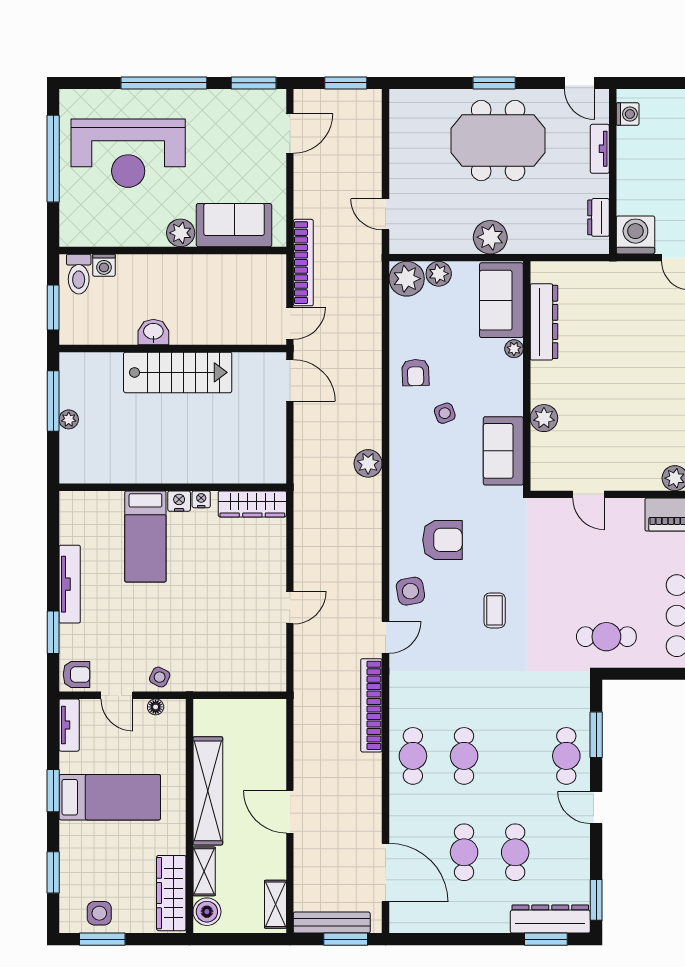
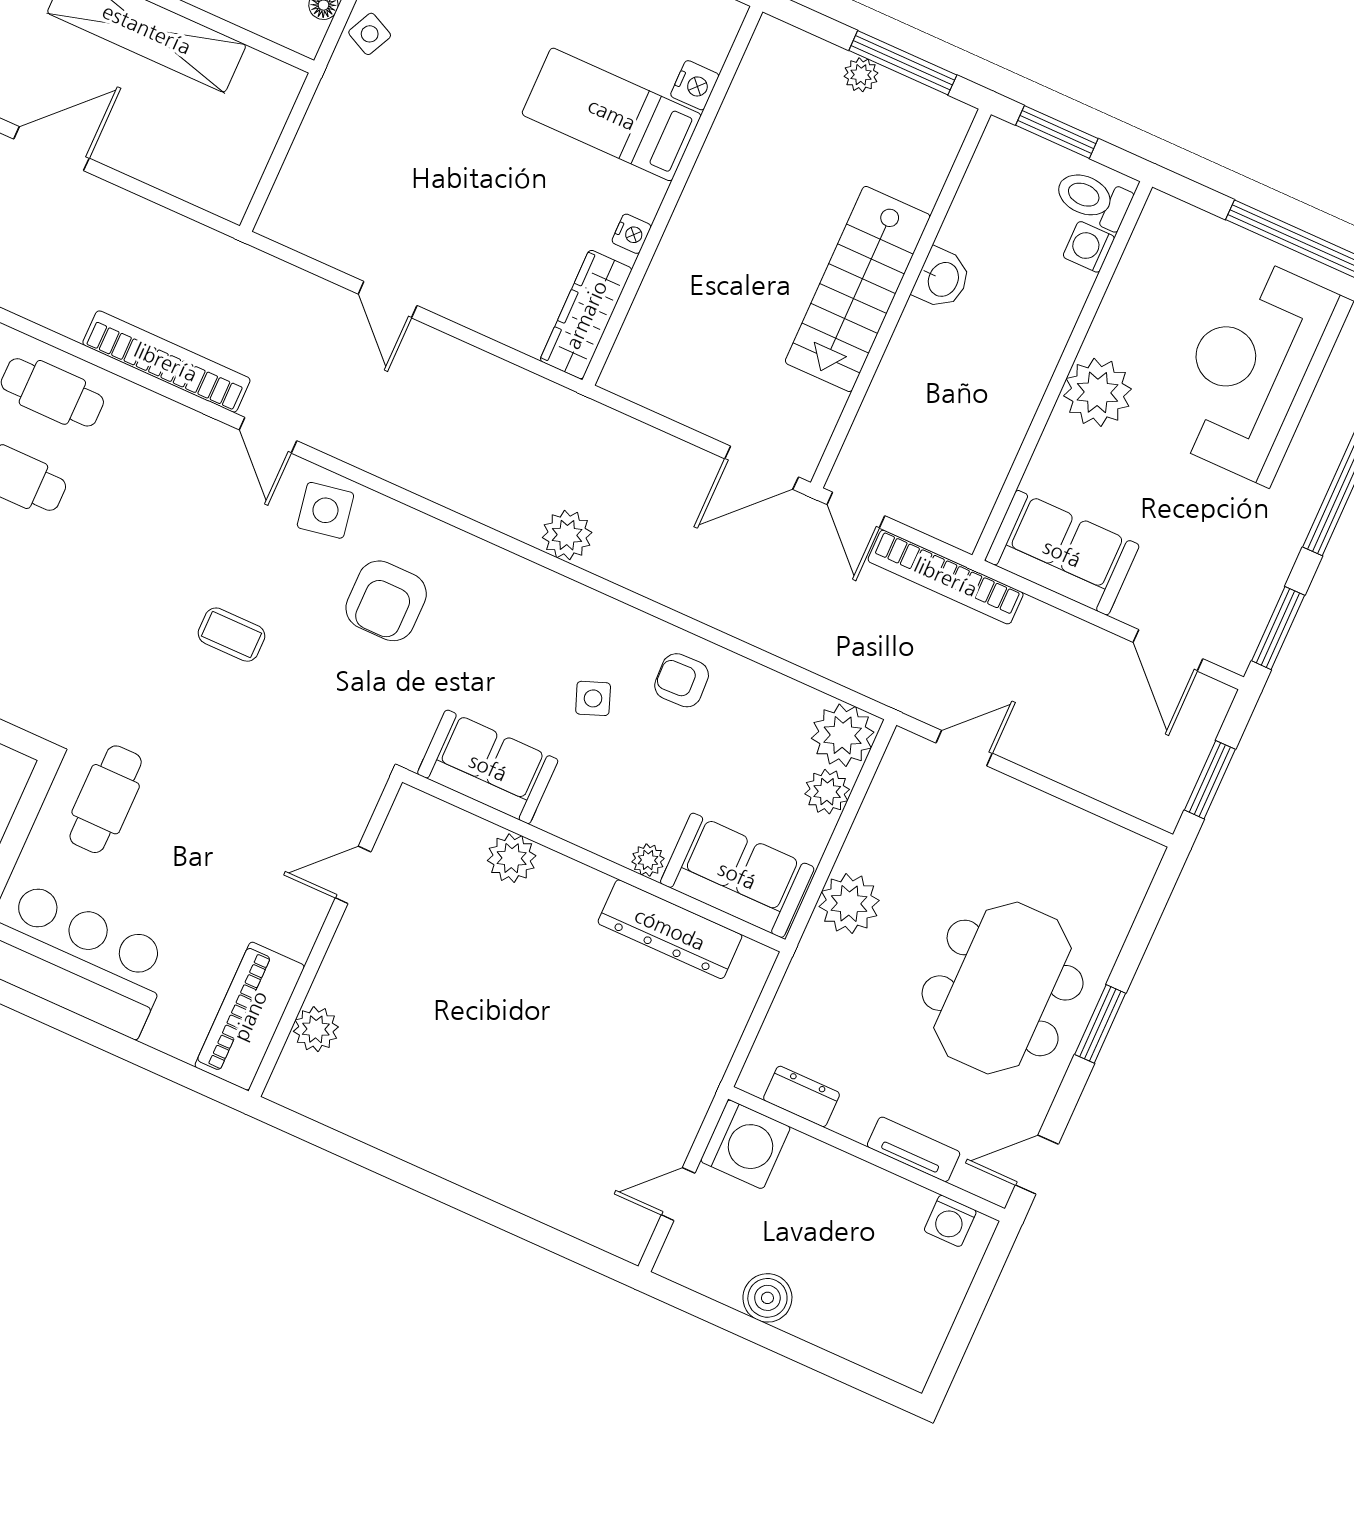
sofa: (234, 225) -> (1062, 553), moved, turned -90
plant: (181, 233) -> (1097, 392), width x1.36, depth x1.36
nightstand: (179, 501) -> (695, 85), moved

